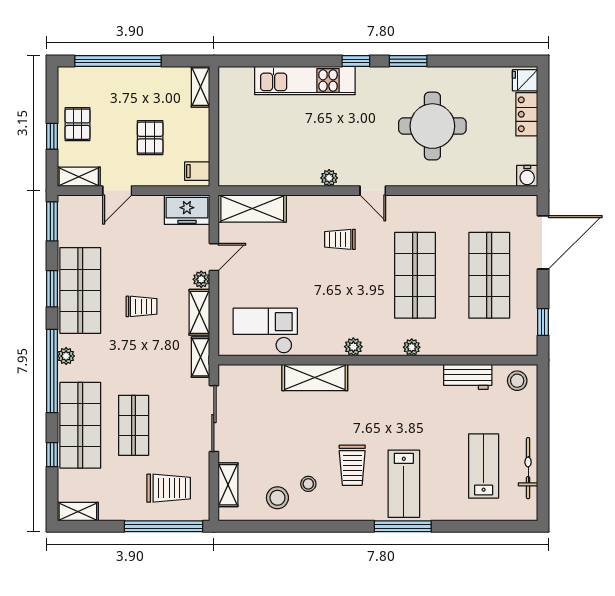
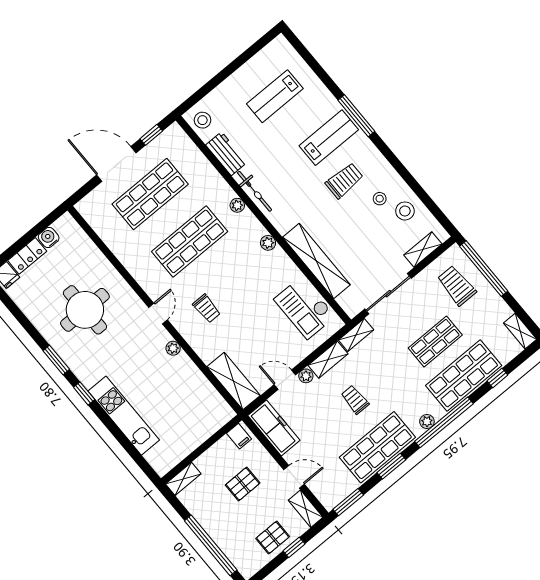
water cooler: (527, 176) -> (49, 237), moved, turned -90
freezer: (187, 210) -> (274, 428), width x1.40
door: (543, 242) -> (116, 164), moved
shelving: (315, 377) -> (316, 261), width x1.47
bicycle: (528, 468) -> (255, 191), moved, turned -90

